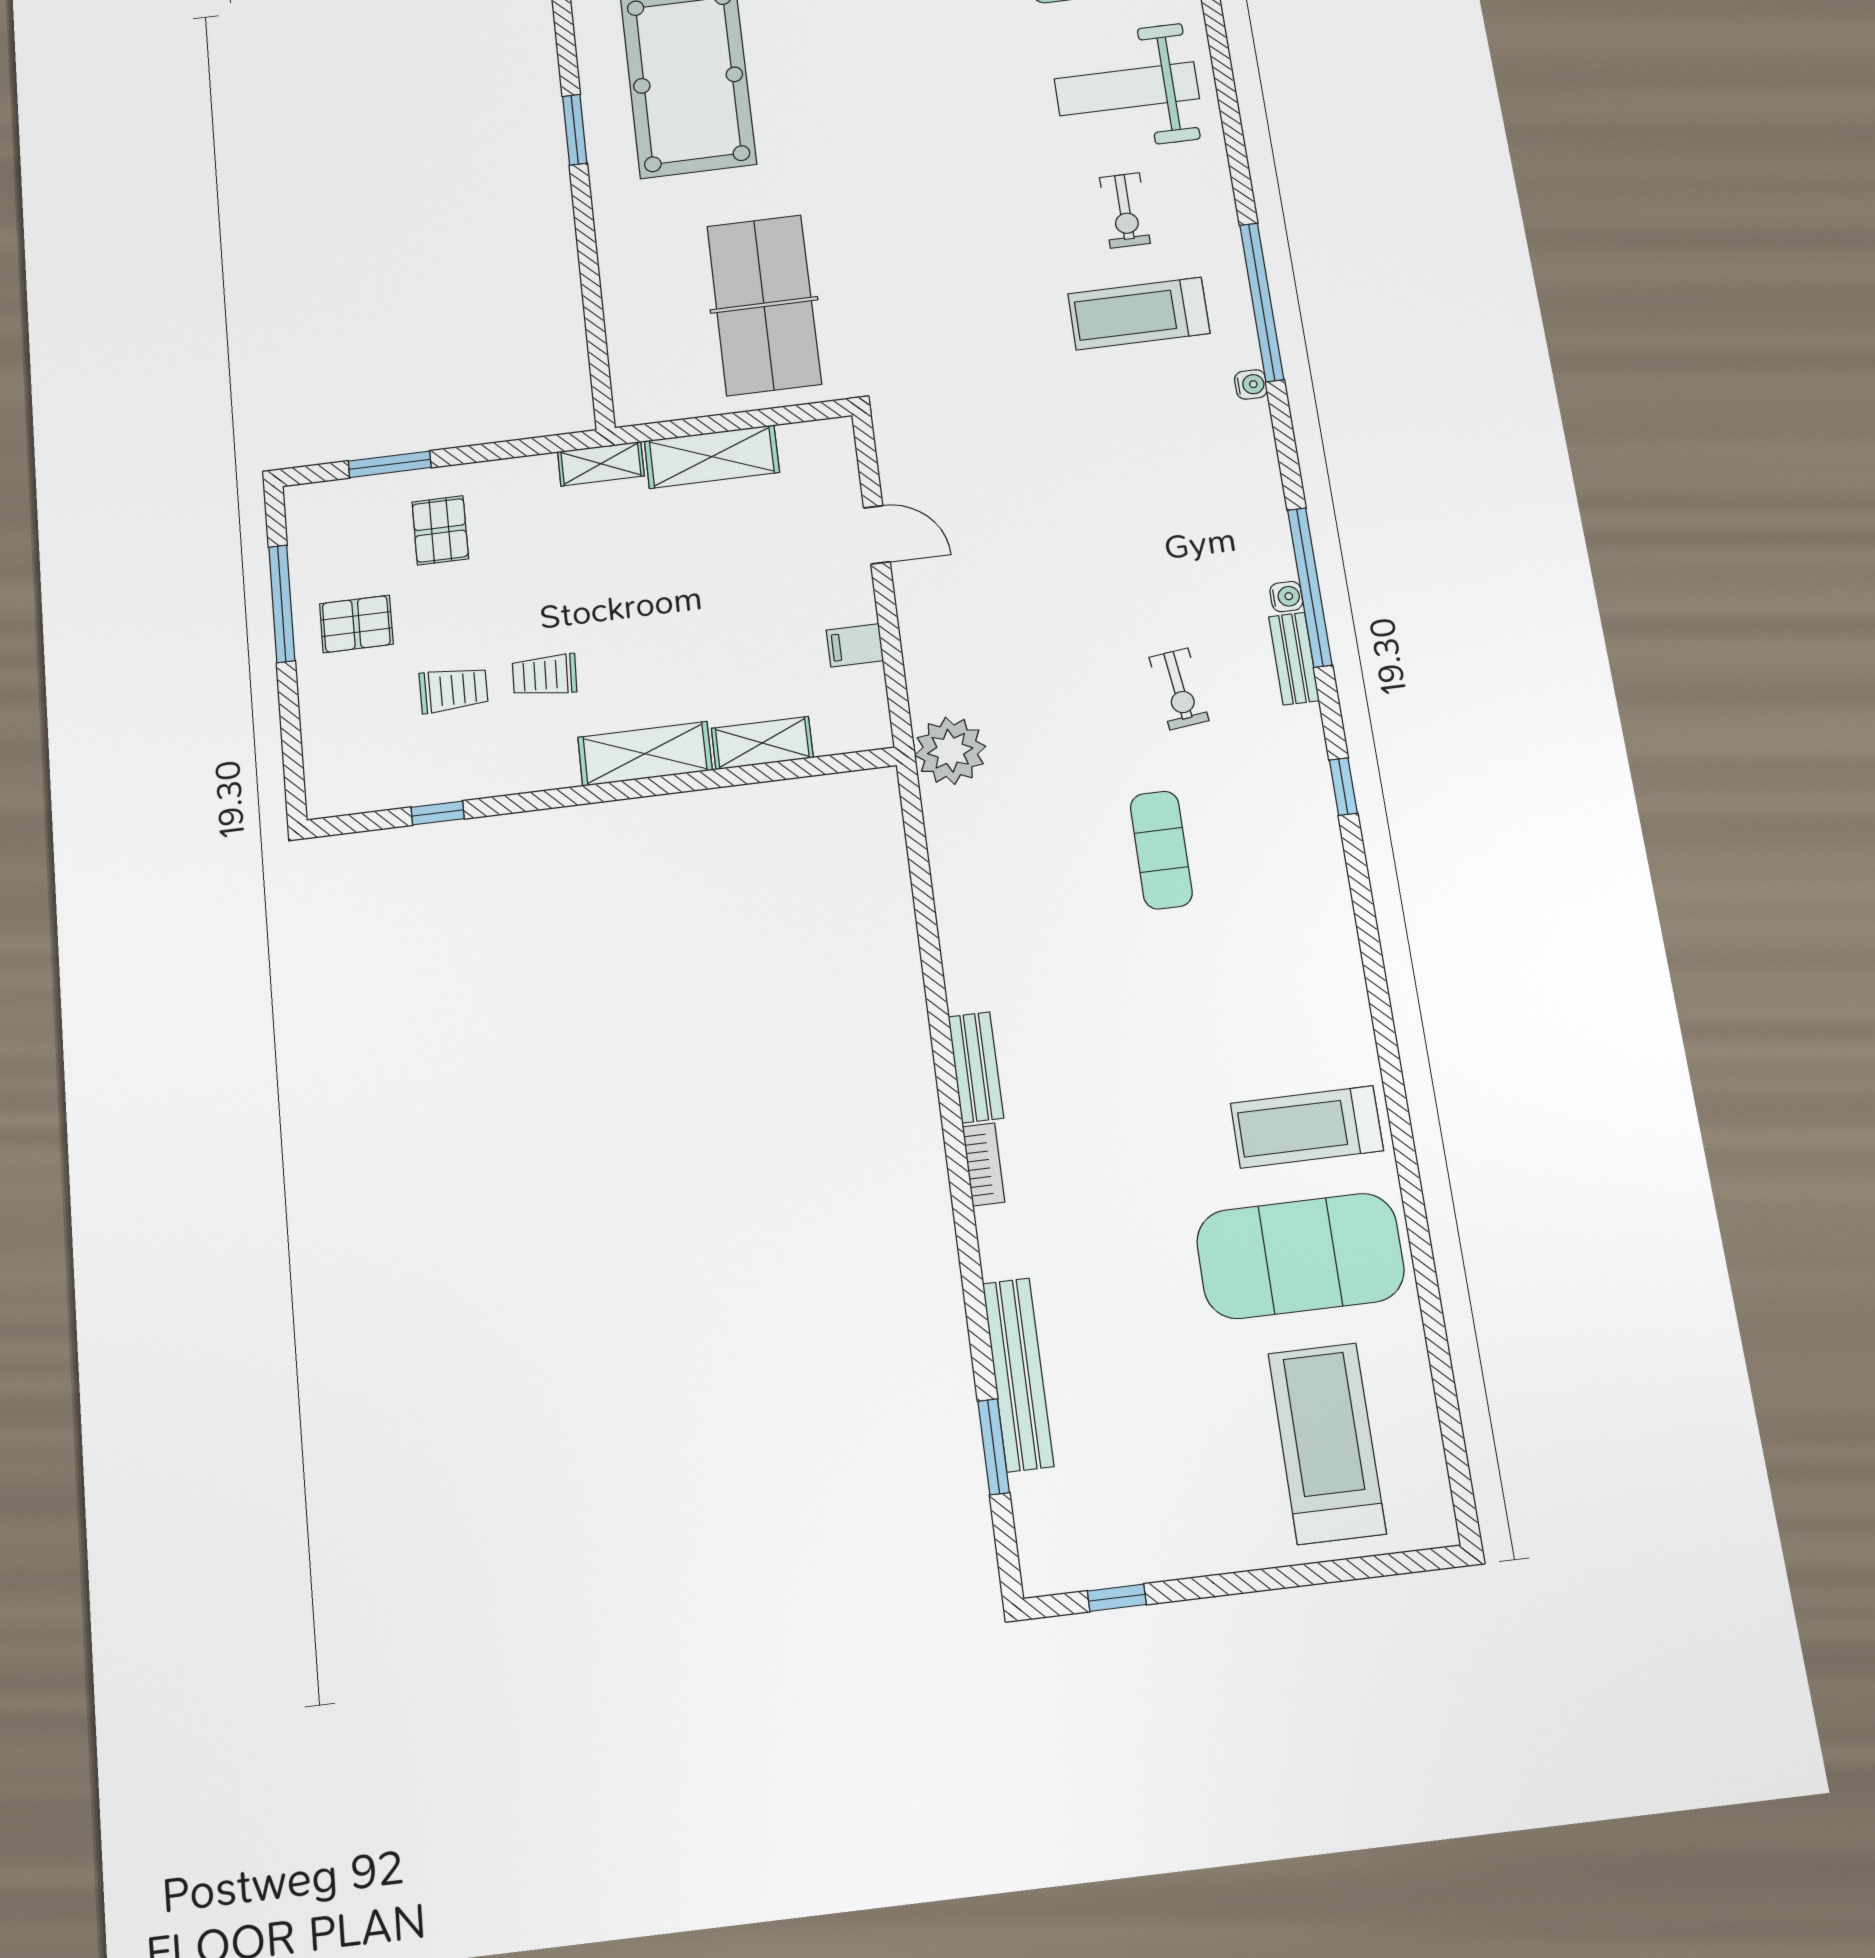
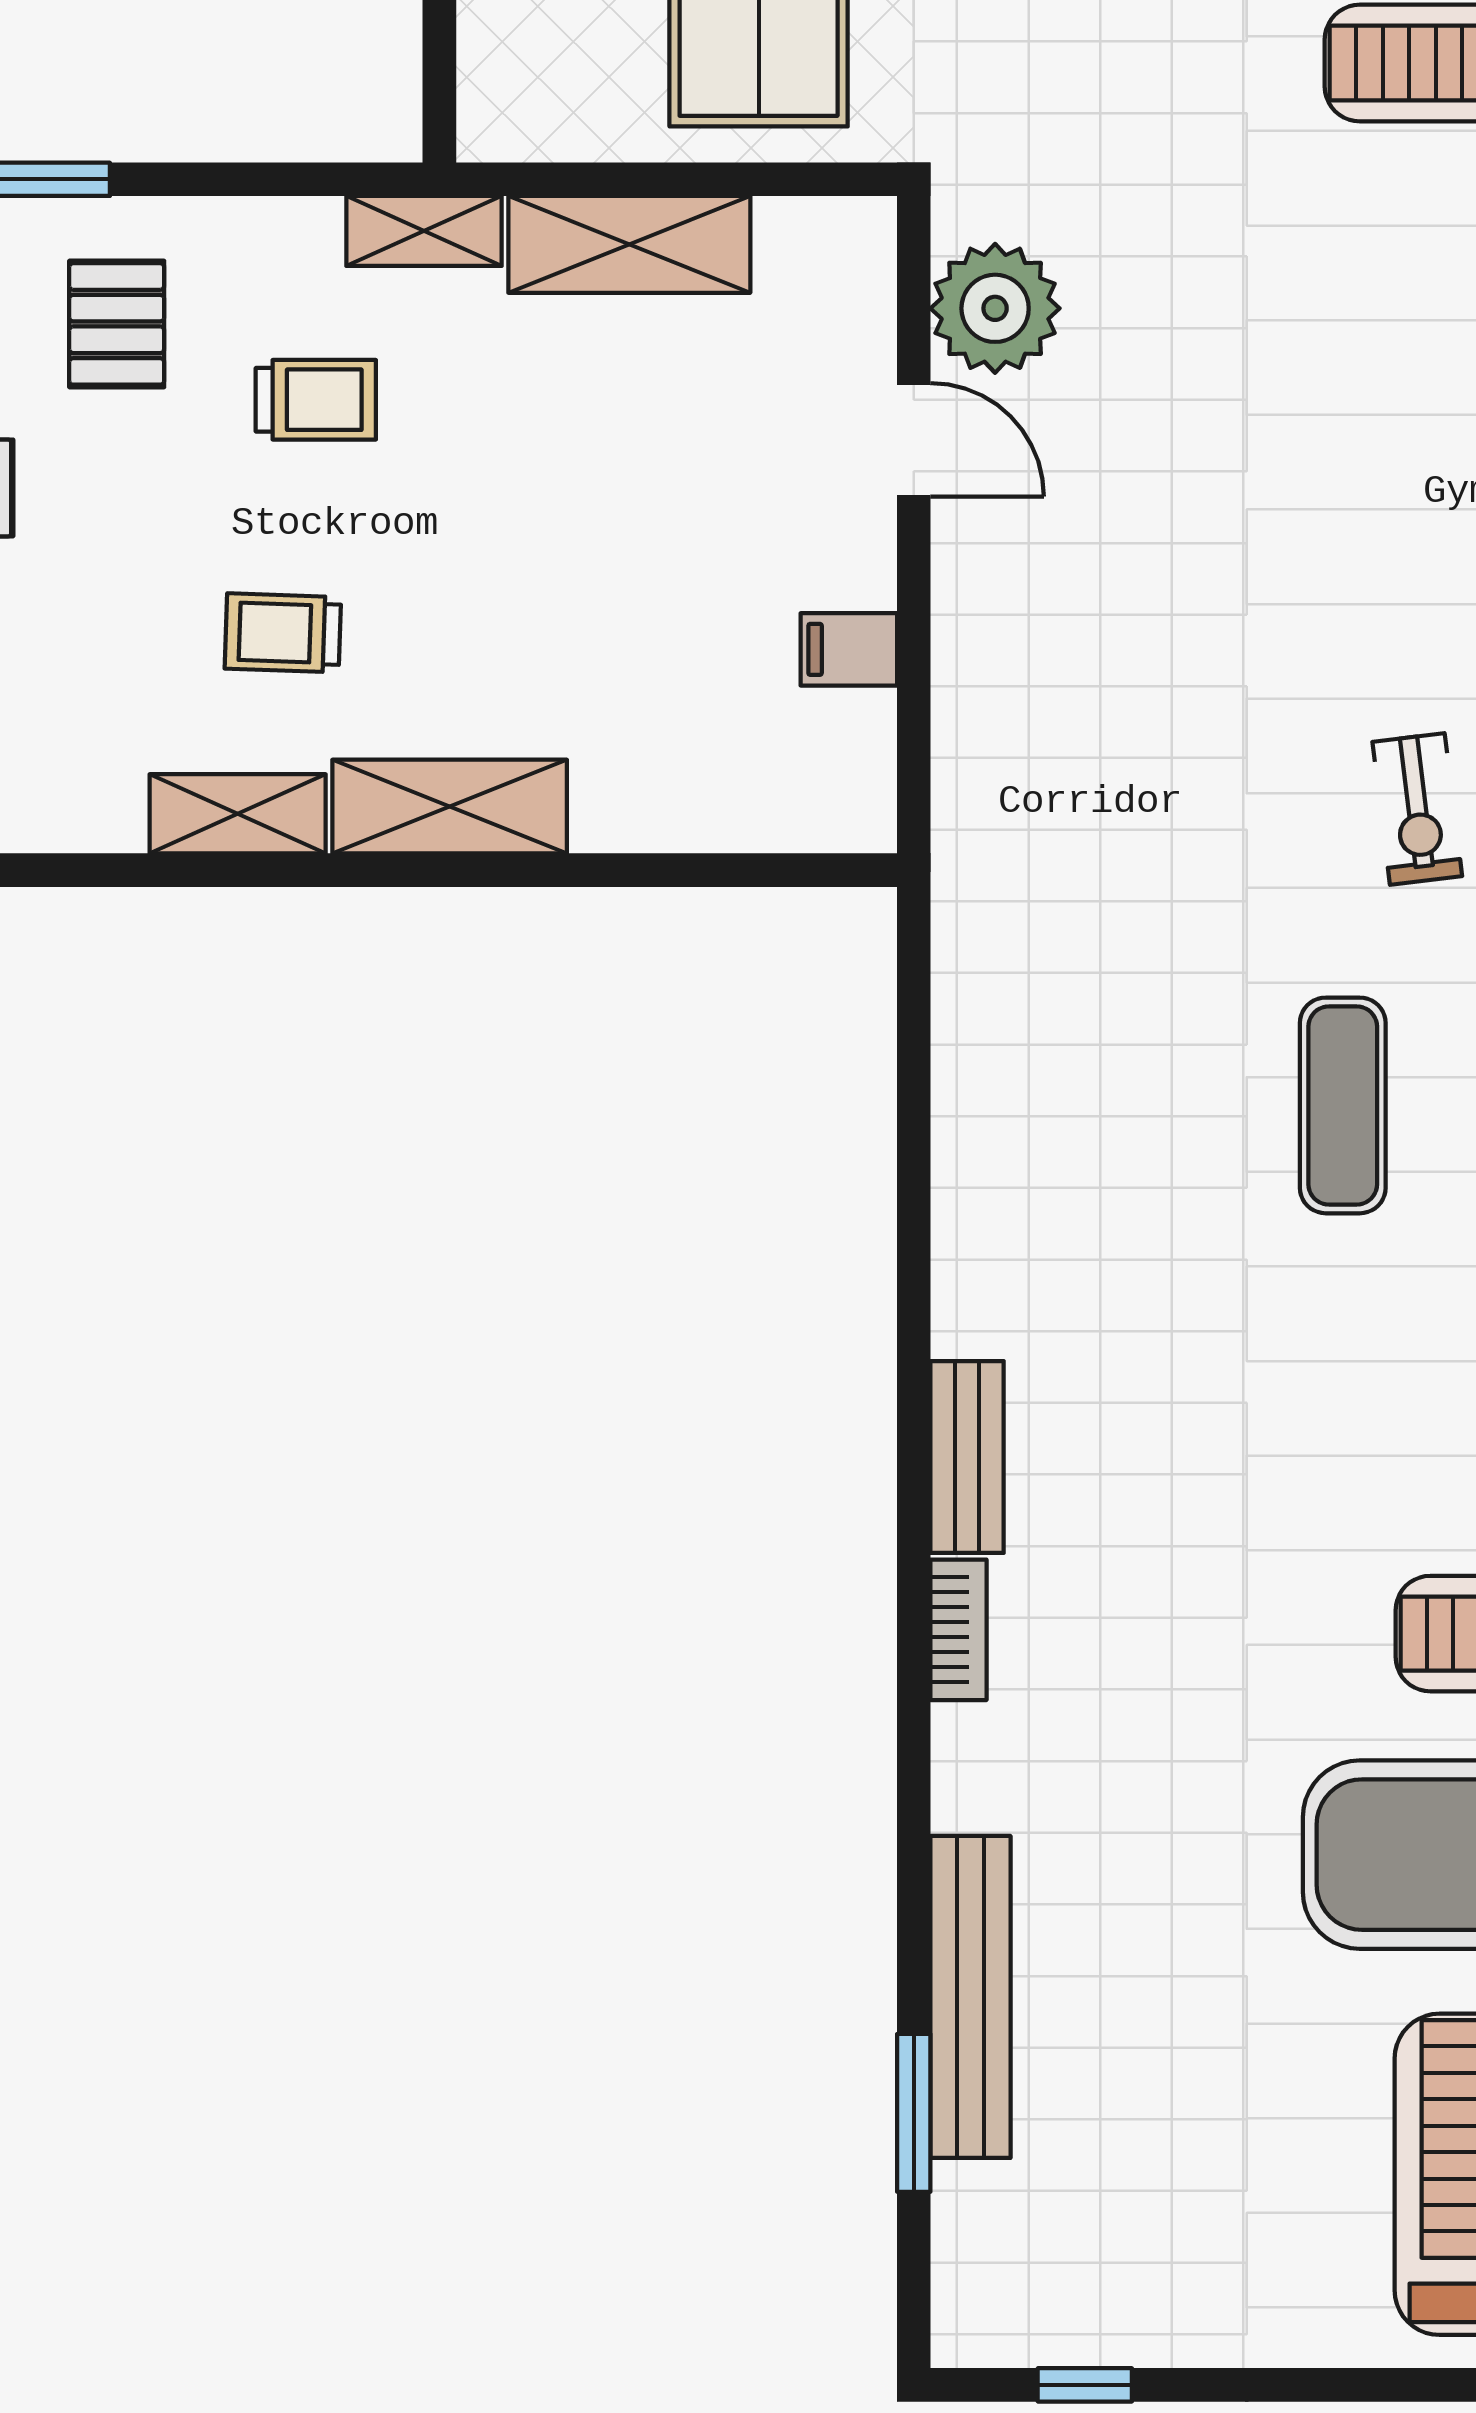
trolley: (454, 690) -> (316, 400), moved
shelving: (762, 743) -> (238, 814), moved
plant: (950, 751) -> (995, 308), moved
window: (438, 813) -> (68, 870), removed

